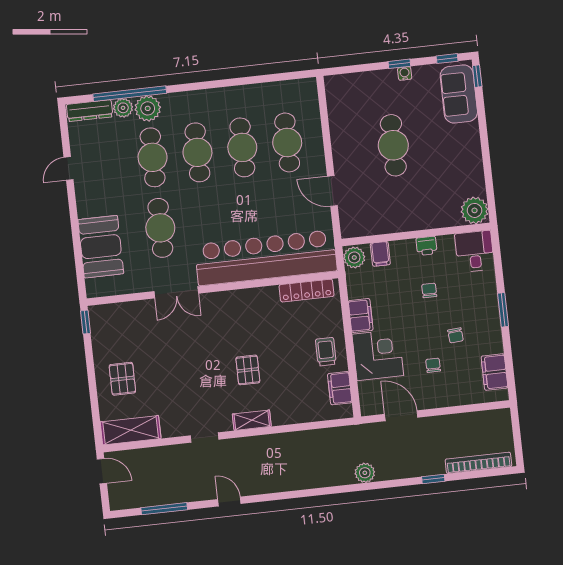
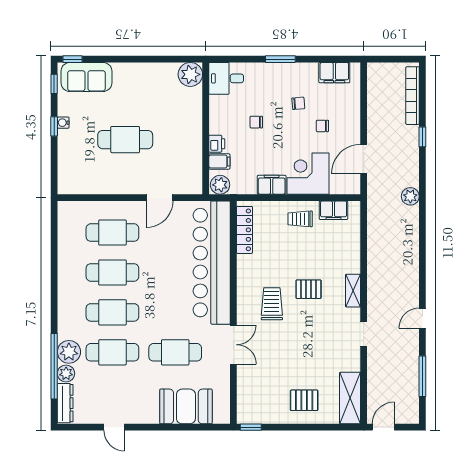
printer: (427, 246) -> (217, 144), moved
trolley: (227, 331) -> (272, 304), added

